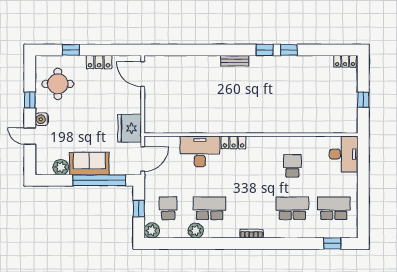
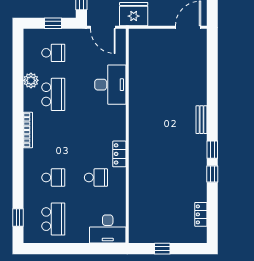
locker: (345, 61) -> (201, 214), moved
locker: (234, 142) -> (119, 154), moved
school desk: (292, 208) -> (53, 177), width x0.54
plant: (152, 230) -> (31, 36), removed
bookcase: (251, 234) -> (28, 130), width x1.56

